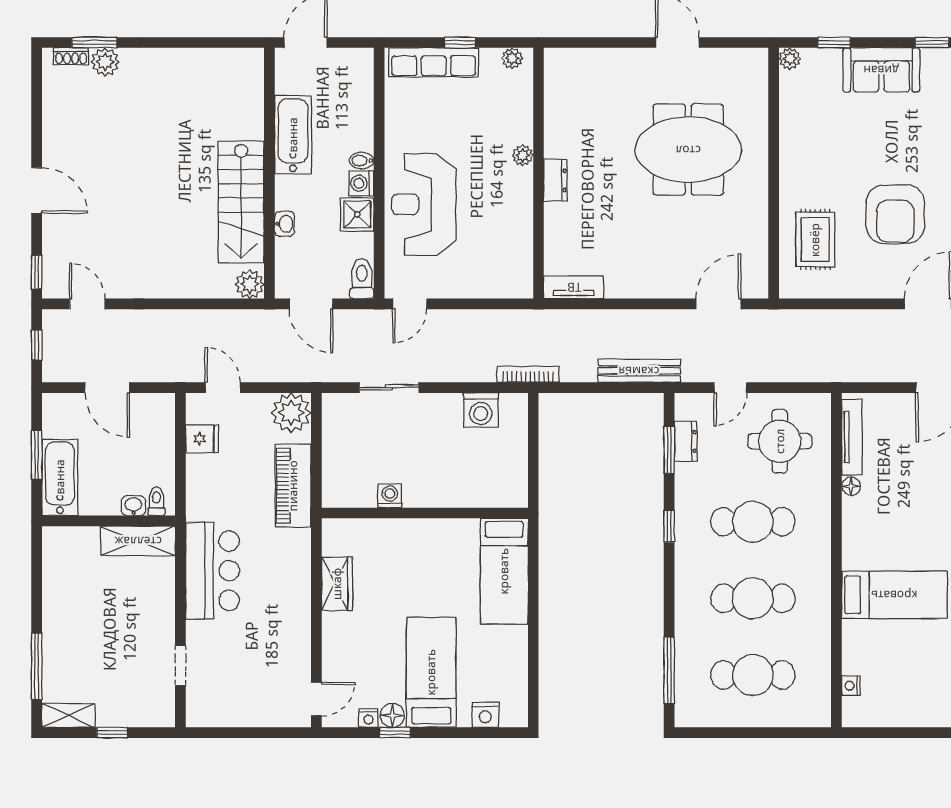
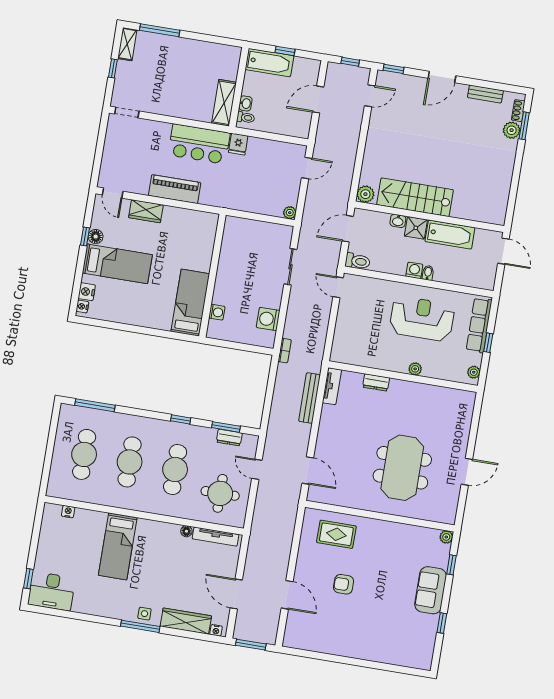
bench: (53, 115) -> (485, 94), added
dresser: (555, 180) -> (376, 382), moved
reception desk: (424, 204) -> (422, 319), moved
armchair: (895, 214) -> (344, 584), width x0.53, depth x0.53
shower: (357, 215) -> (416, 228), moved
bench: (639, 371) -> (309, 398), moved
bookcase: (528, 374) -> (285, 351), width x0.64
plant: (291, 413) -> (290, 213), width x0.53, depth x0.53
fridge: (202, 439) -> (238, 144), moved
window: (37, 455) -> (285, 51), width x0.67
piano: (293, 486) -> (175, 189), moved
washing machine: (390, 496) -> (217, 312), moved
bed: (504, 571) -> (190, 303), moved, turned 90
wardrobe: (337, 584) -> (146, 211), moved
doorway: (180, 665) -> (127, 112), moved
nightstand: (368, 718) -> (82, 307), moved

